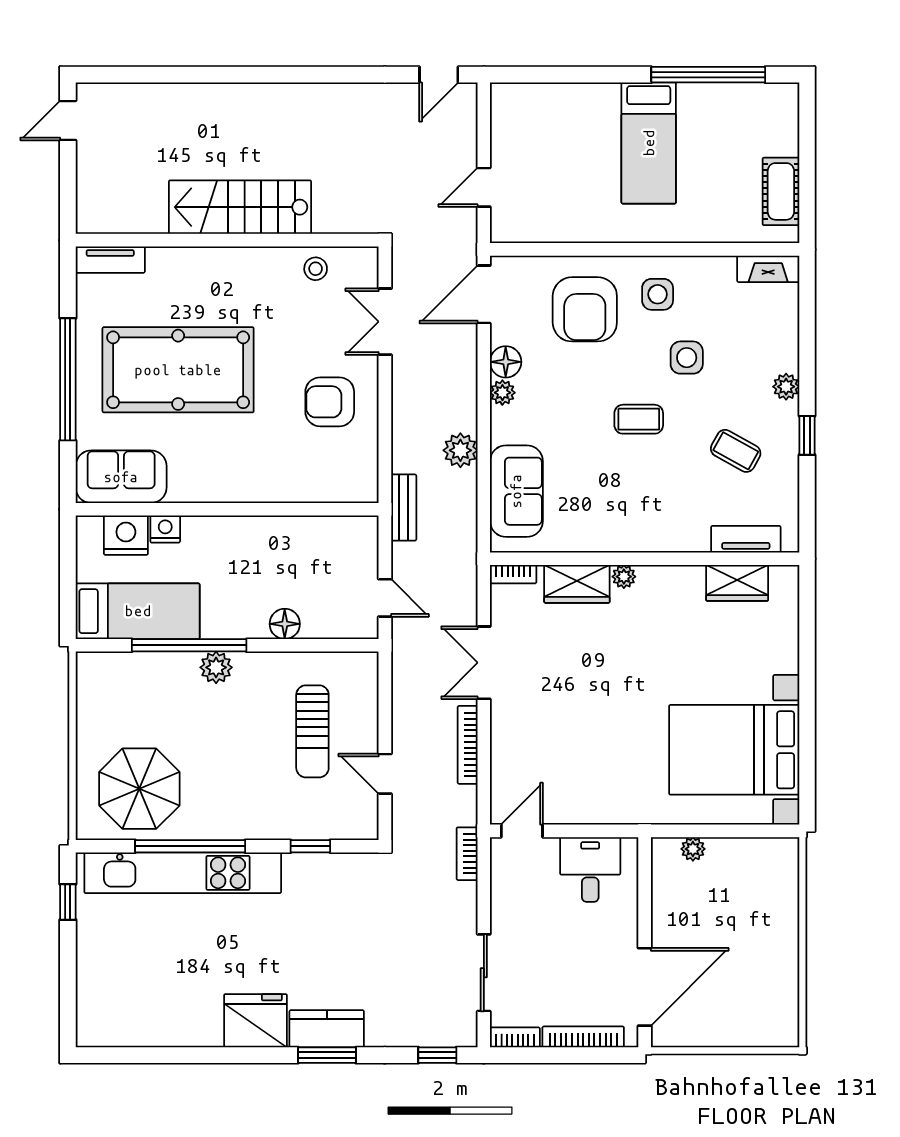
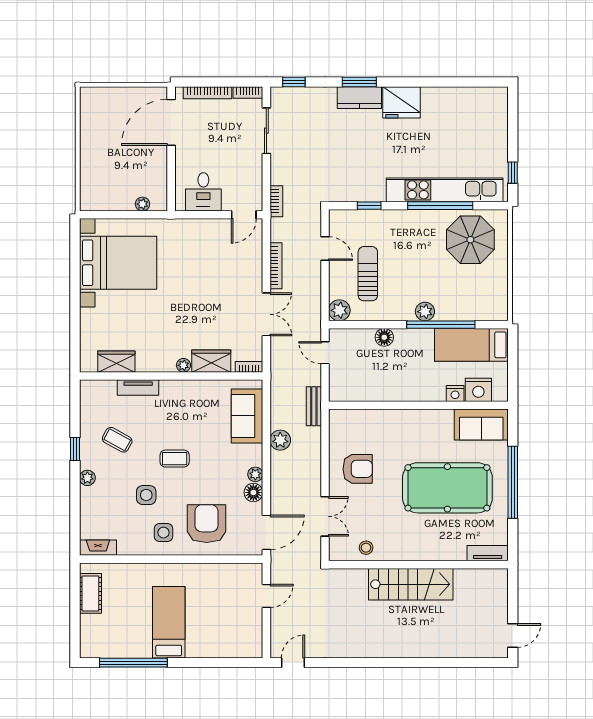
tv unit: (746, 539) -> (138, 387), moved
plant: (361, 670) -> (339, 310), added

